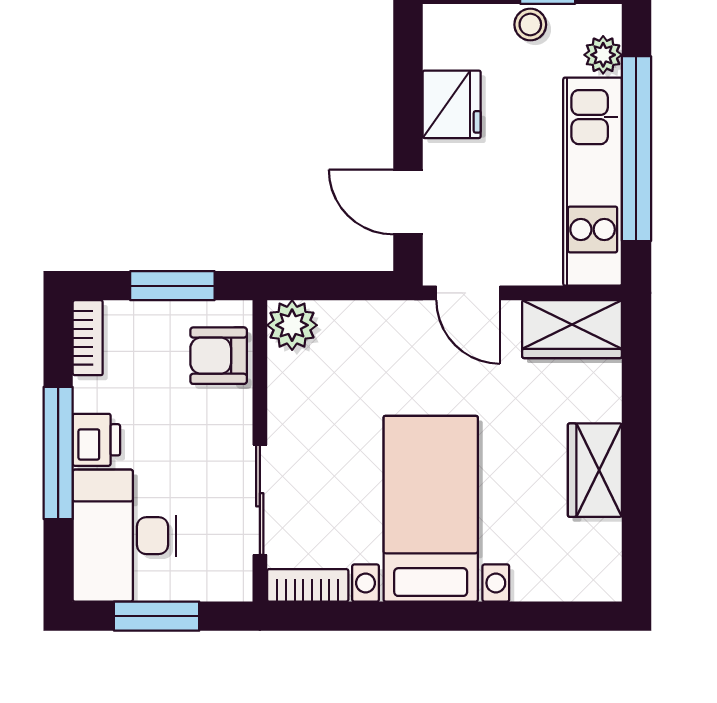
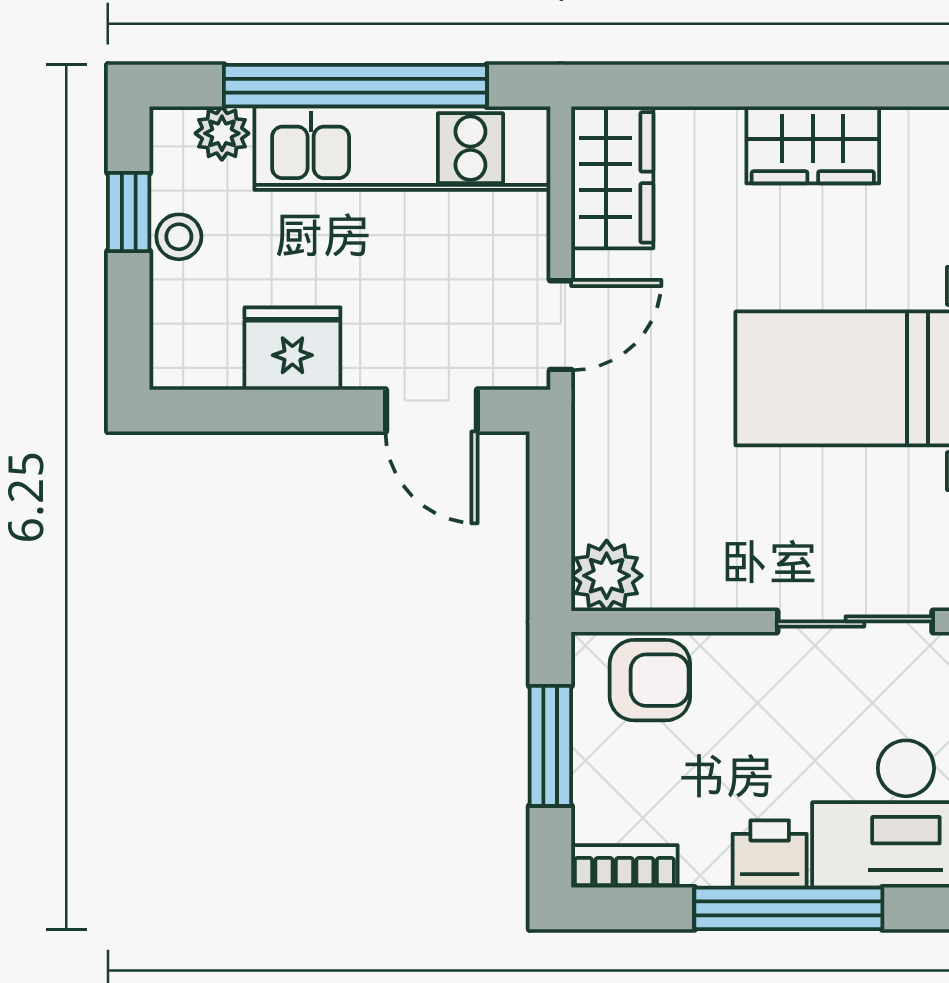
door: (408, 202) -> (431, 411), hinge flipped
armchair: (219, 356) -> (650, 680), turned -90

